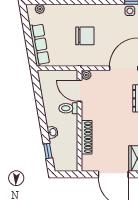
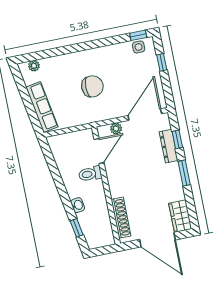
plant: (86, 75) -> (116, 129), moved
door: (80, 91) -> (99, 151), swing flipped
shoe rack: (87, 137) -> (121, 218), moved

